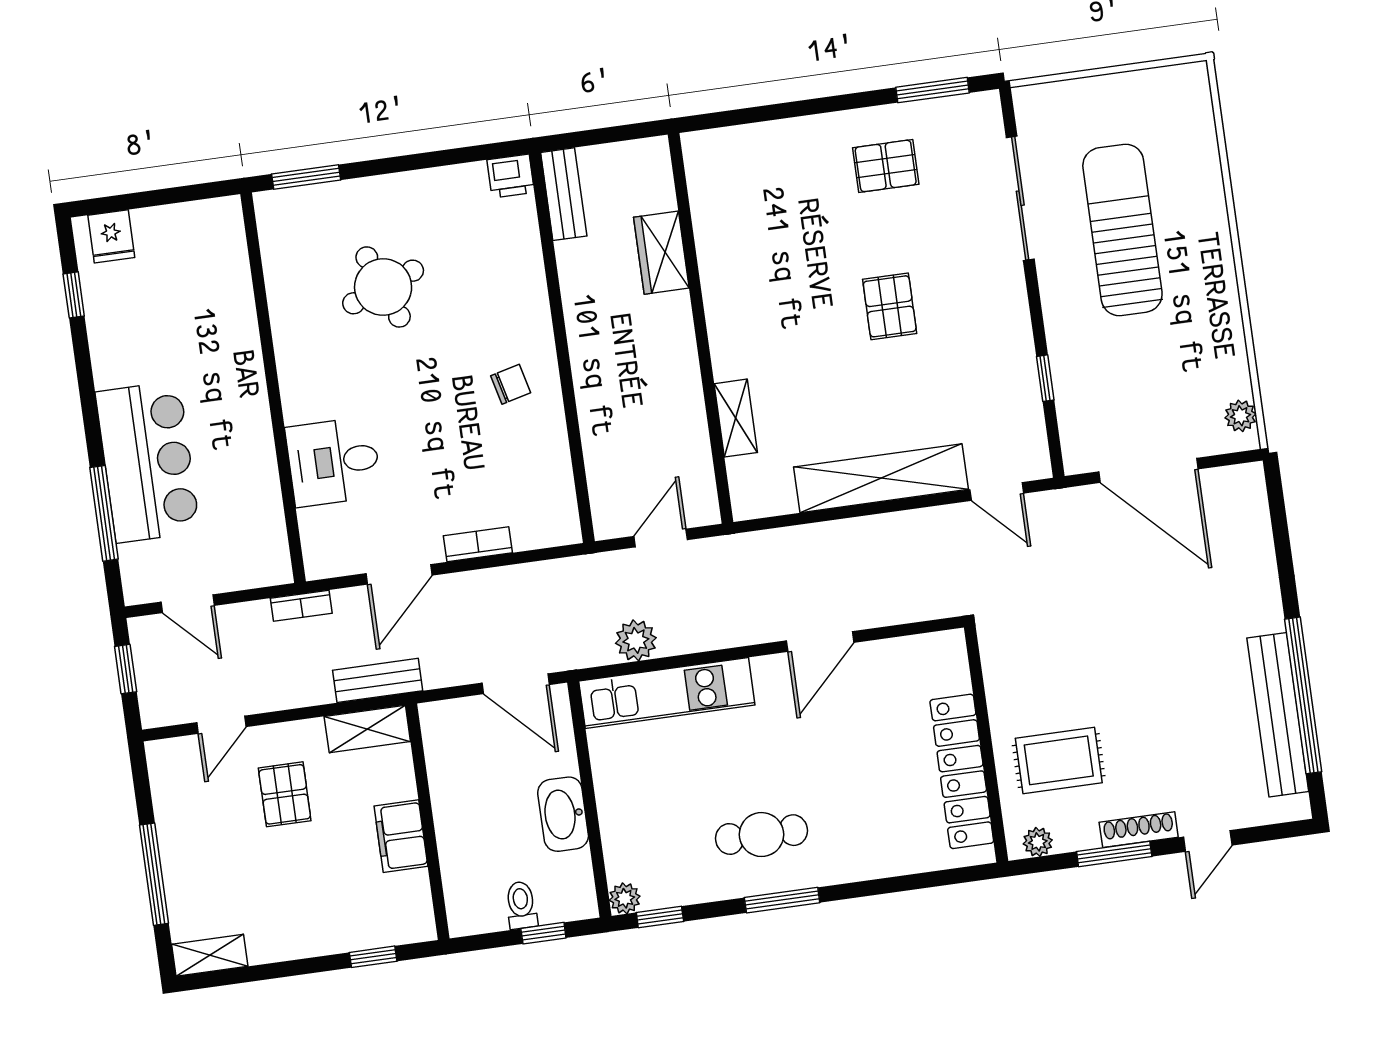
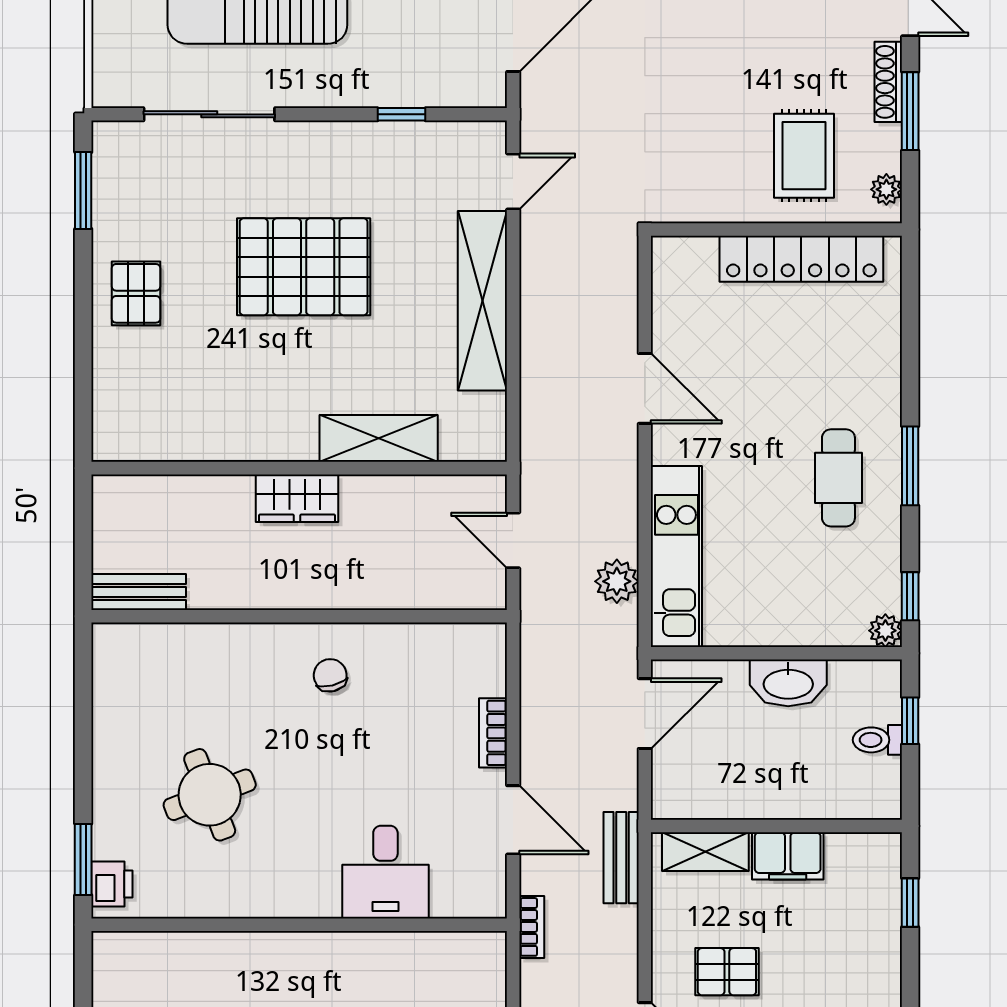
pallet: (886, 166) -> (136, 293), moved
printer: (511, 176) -> (112, 884), moved
wardrobe: (661, 253) -> (297, 498), moved
pallet: (890, 306) -> (304, 267), width x2.05, depth x2.00
shelving: (736, 418) -> (379, 438), width x1.50, depth x1.33
shelving: (367, 729) -> (705, 852), moved, turned 90

